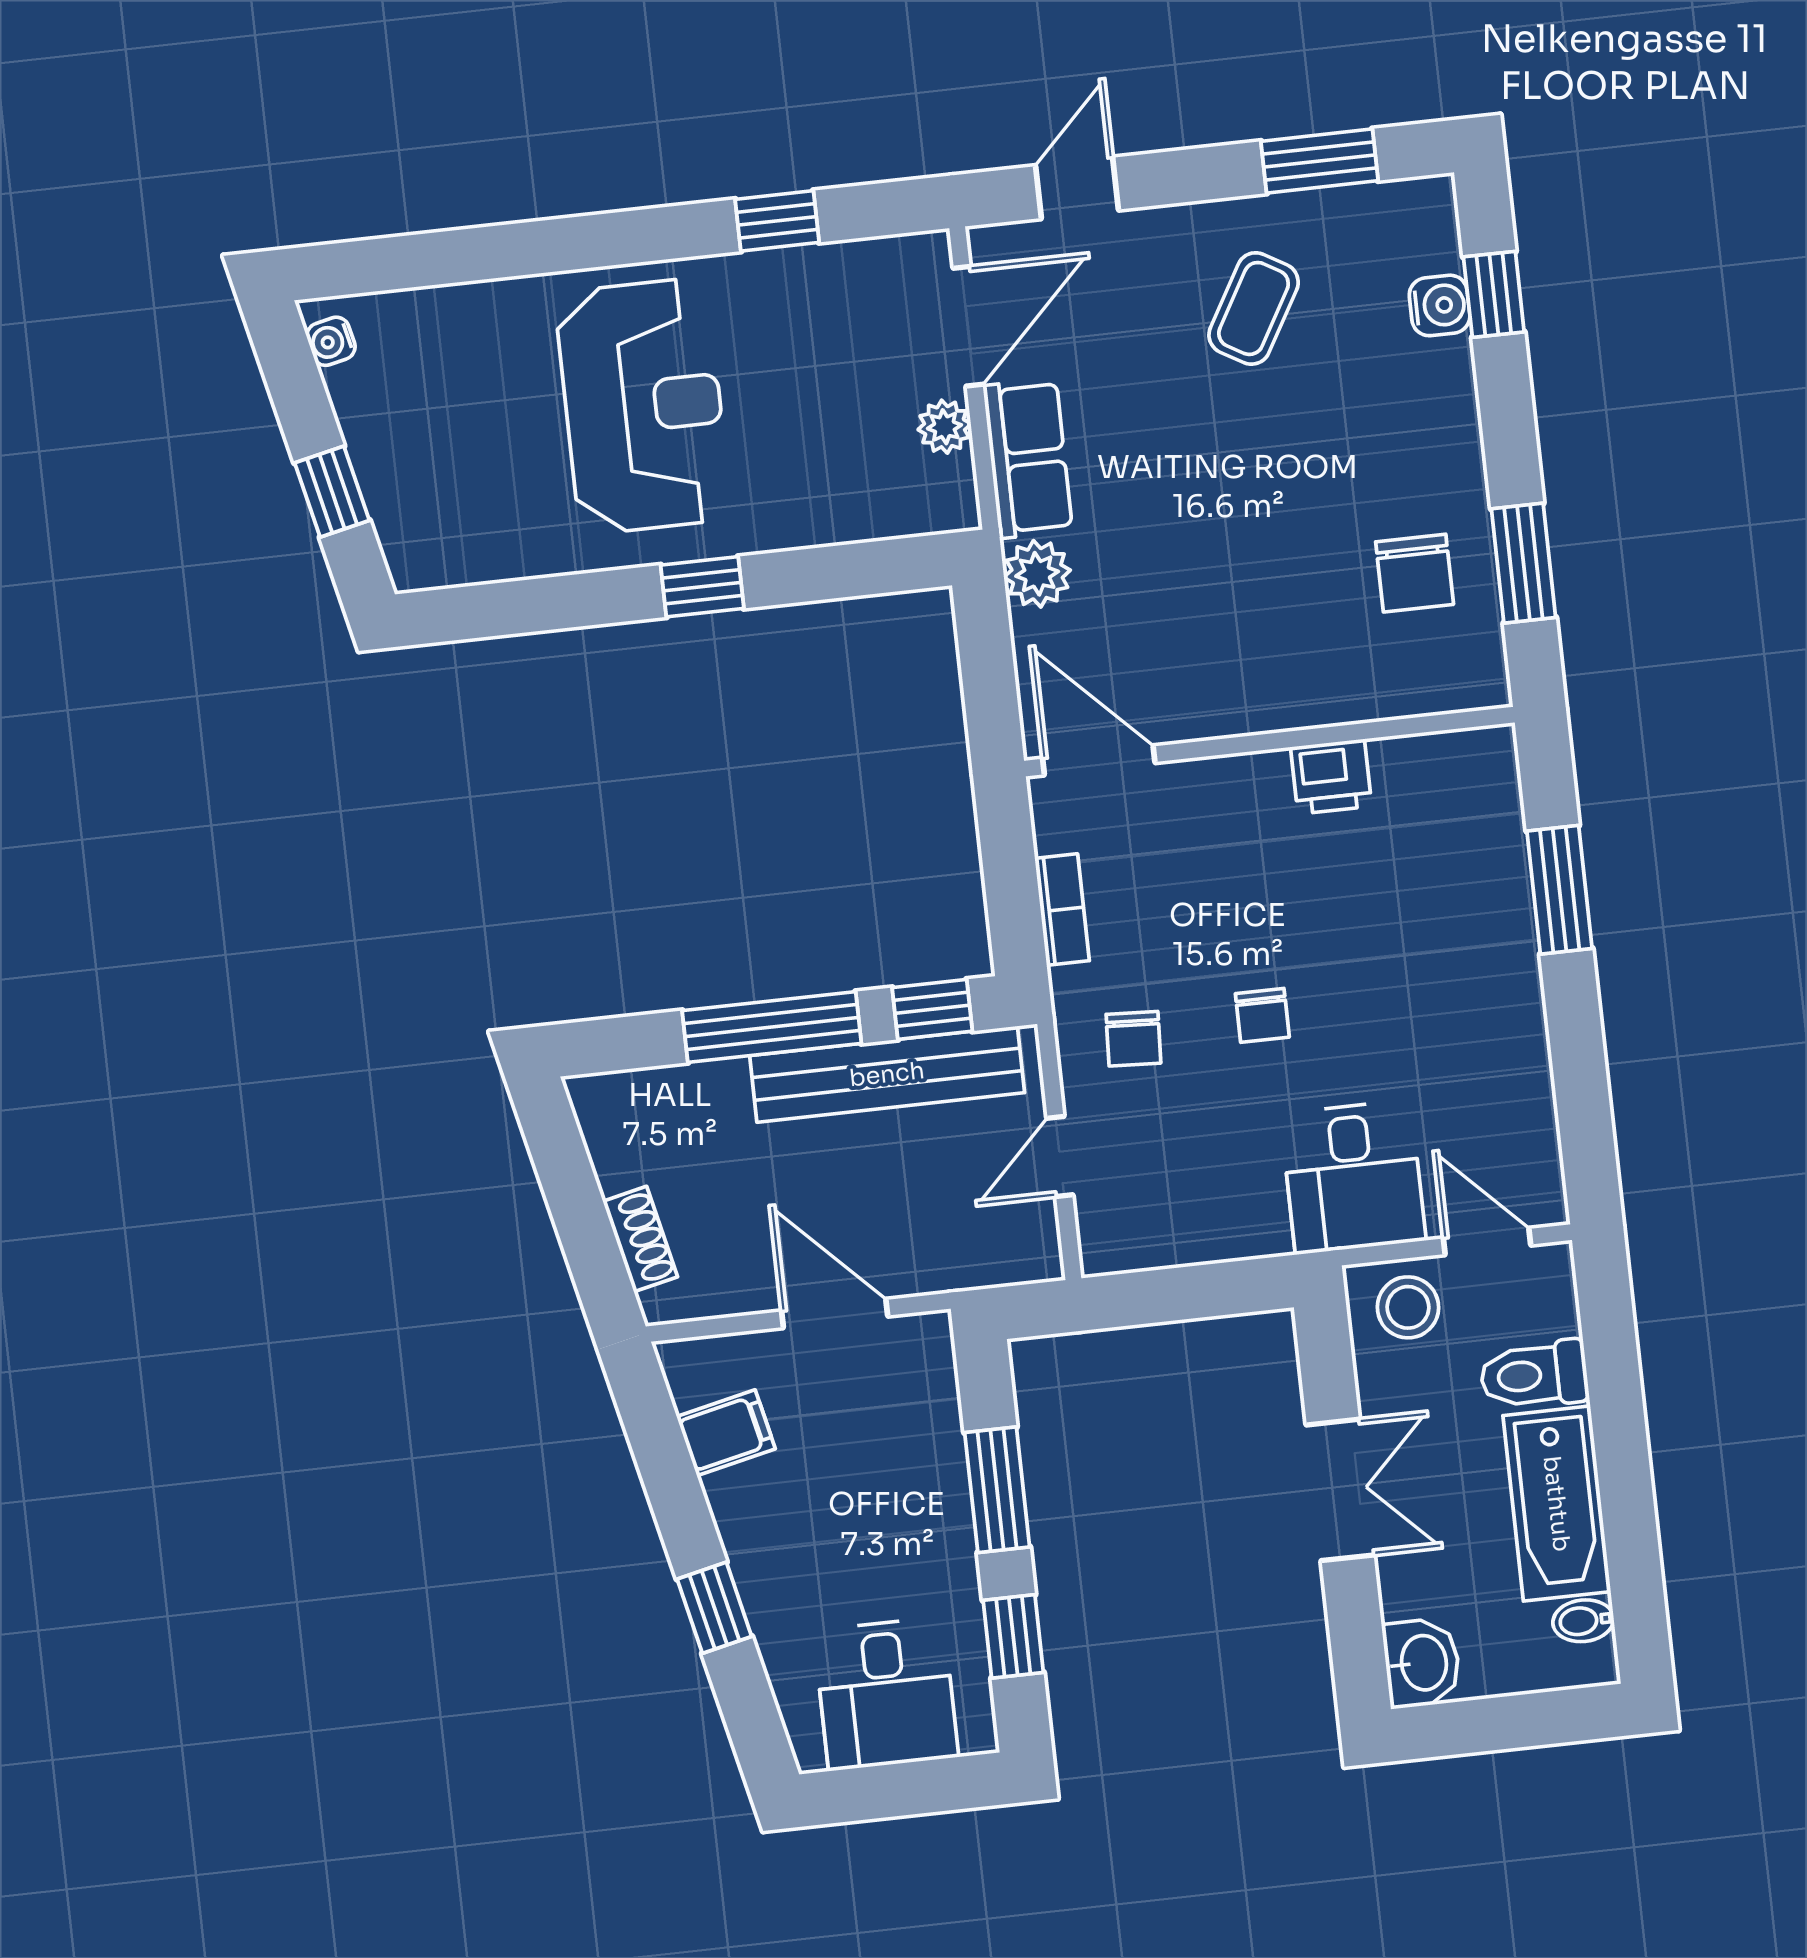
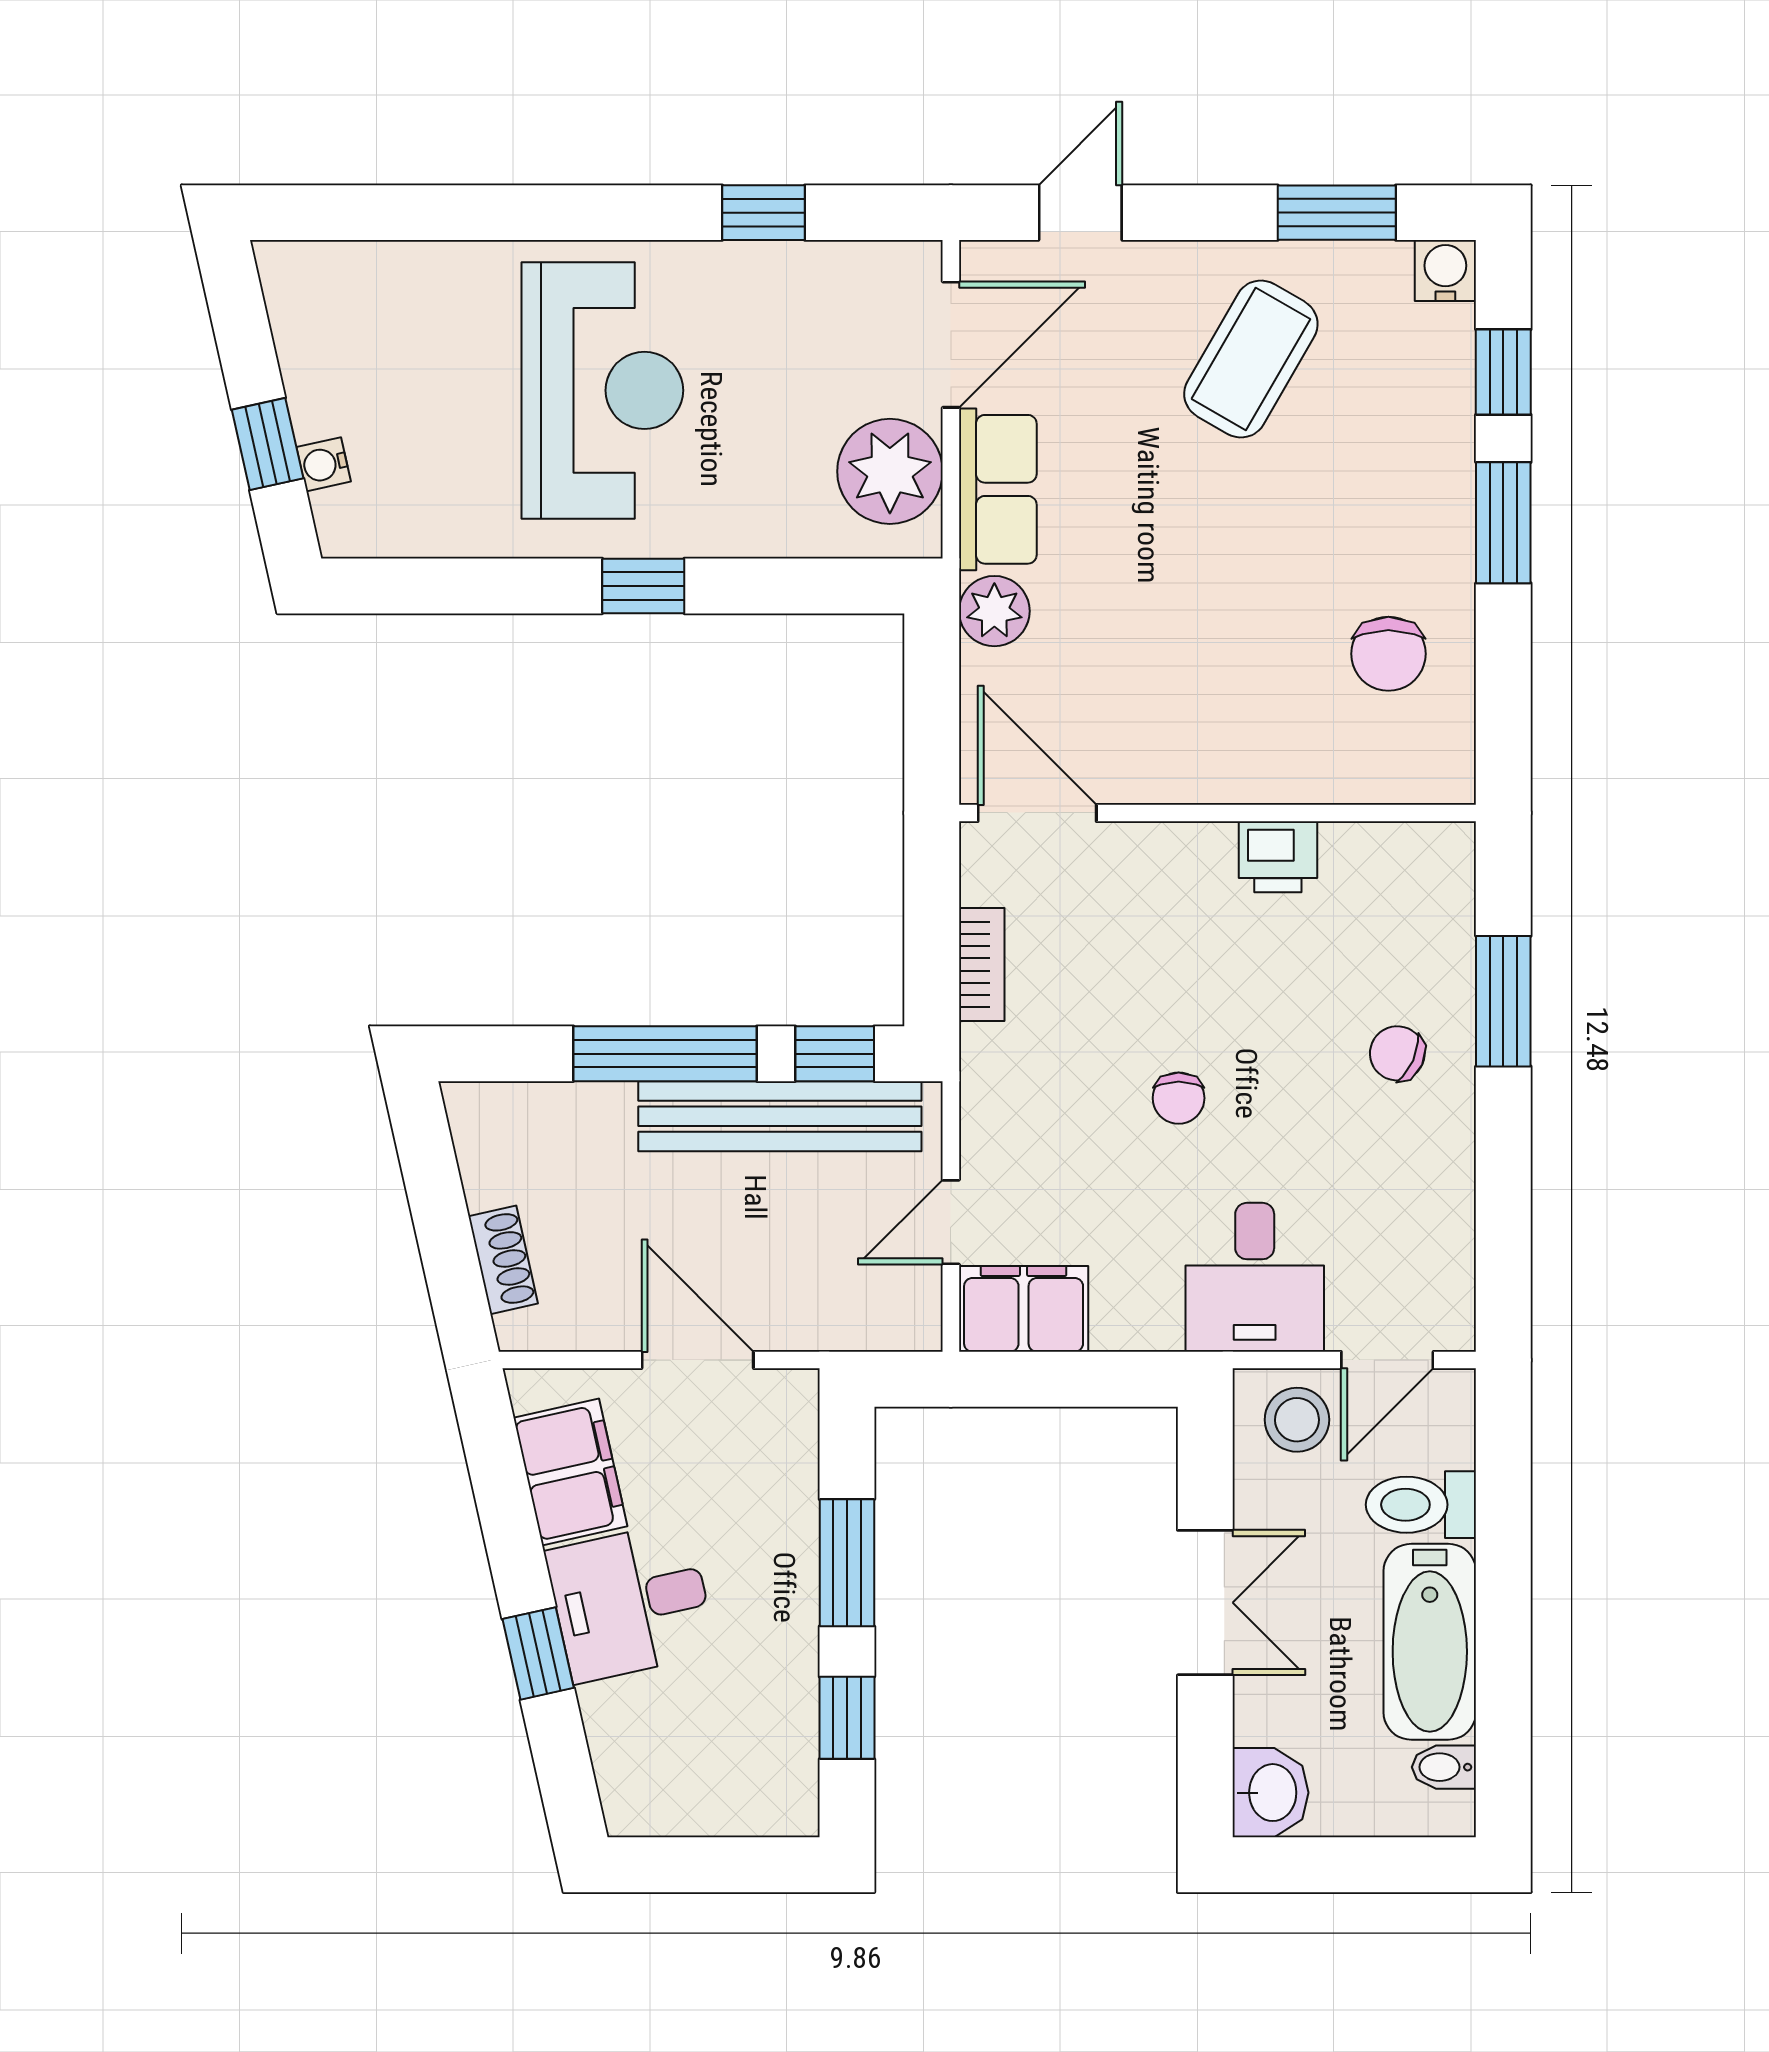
water cooler: (1440, 305) -> (1445, 271), moved, turned -90
coffee table: (1254, 308) -> (1251, 359), width x1.36, depth x1.30
water cooler: (331, 341) -> (324, 464), moved
plant: (944, 427) -> (890, 471), width x1.87, depth x1.87
window: (1523, 563) -> (1503, 523), moved
chair: (1133, 1039) -> (1397, 1053), moved, turned 111
filing cabinet: (1138, 1231) -> (1024, 1309), added
door: (1487, 1241) -> (1387, 1360), swing flipped
filing cabinet: (726, 1433) -> (570, 1472), width x2.00
desk: (886, 1694) -> (631, 1602), moved, turned 77

